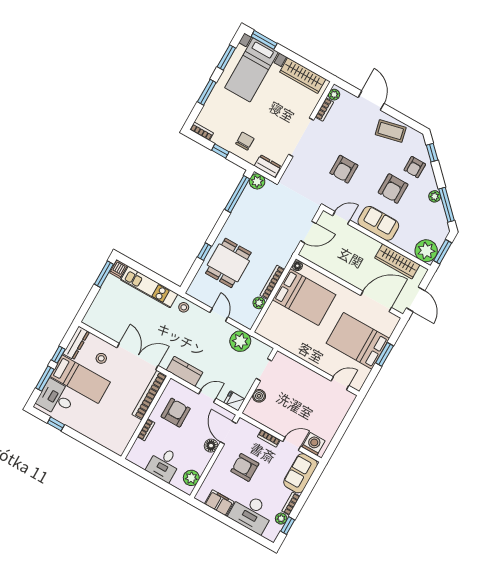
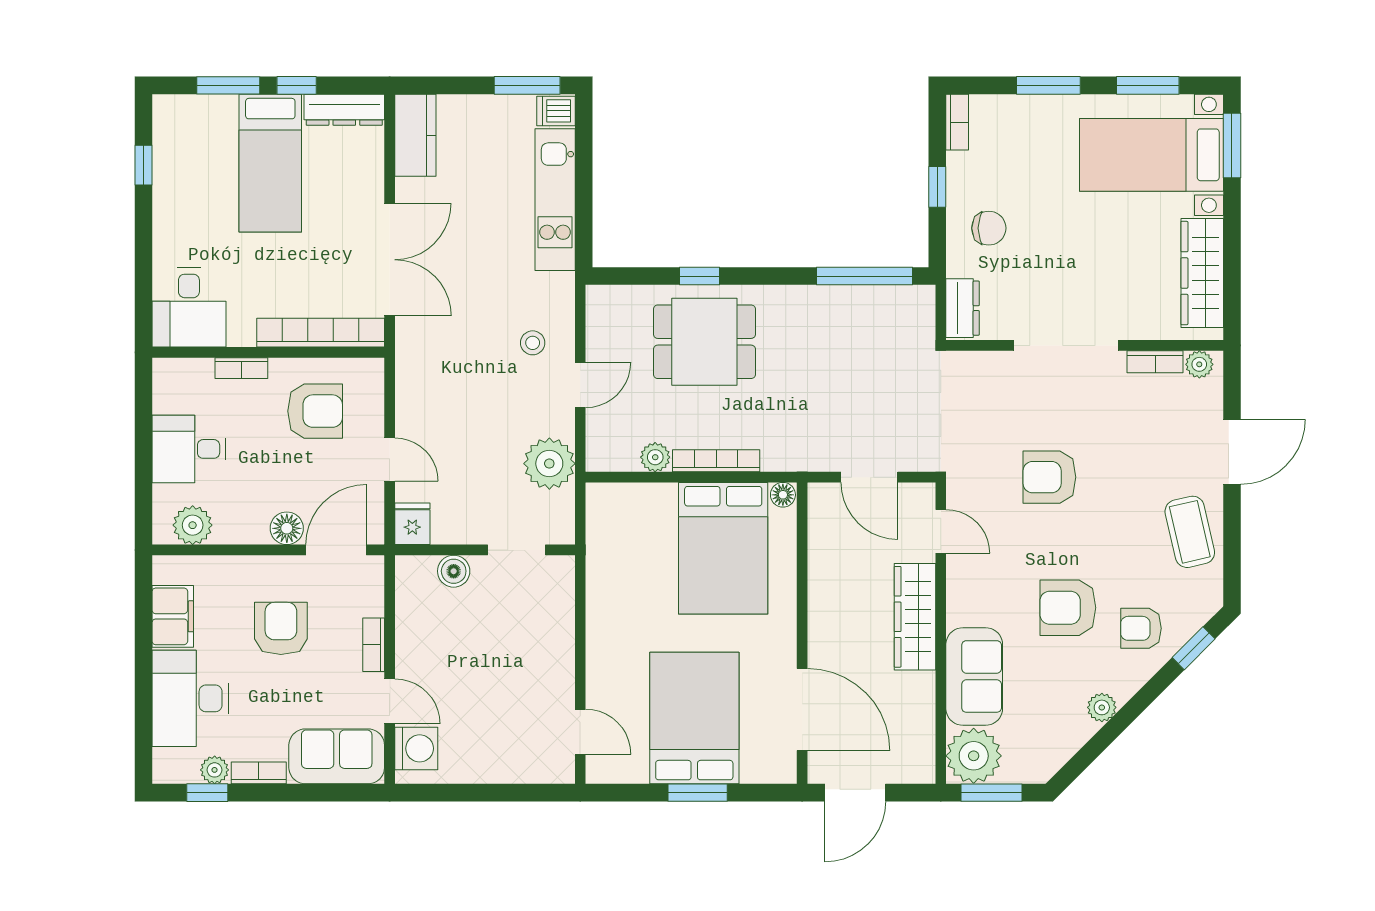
plant: (257, 181) -> (916, 304), removed
window: (447, 205) -> (1098, 744), removed
sofa: (378, 223) -> (974, 676), moved
wardrobe: (397, 261) -> (915, 617), moved
stool: (184, 307) -> (533, 343), moved
stool: (101, 358) -> (341, 183), removed
kitchen counter: (185, 371) -> (415, 135), moved
desk: (56, 398) -> (189, 307), moved, turned 180

